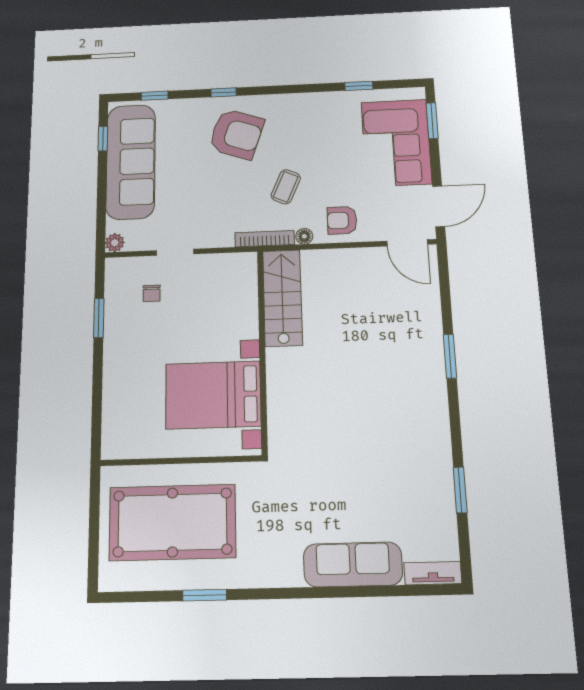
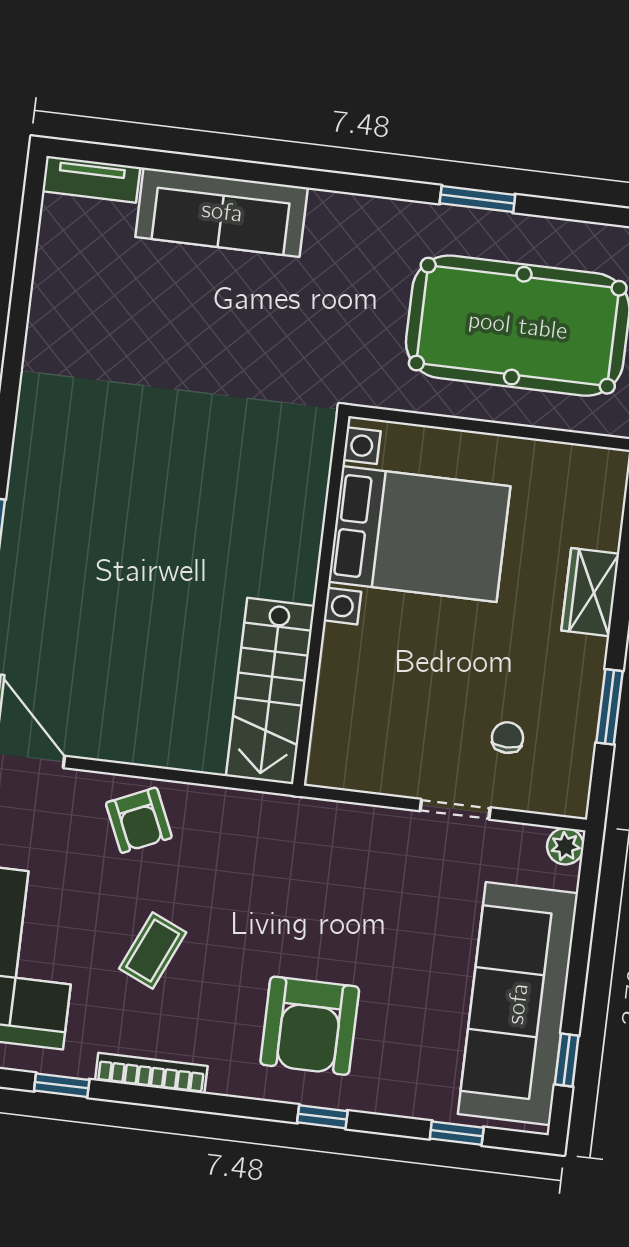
armchair: (236, 134) -> (310, 1026), turned -109
coffee table: (286, 187) -> (153, 950), moved
armchair: (342, 220) -> (139, 820), turned 66
floor lamp: (304, 236) -> (213, 801), removed
bookcase: (265, 239) -> (151, 1073), moved, turned 180
wardrobe: (115, 378) -> (590, 592), added
window: (460, 490) -> (20, 307), removed

